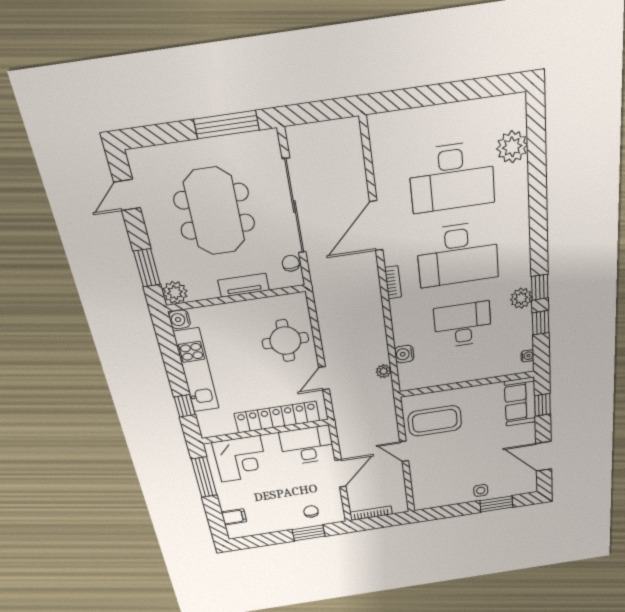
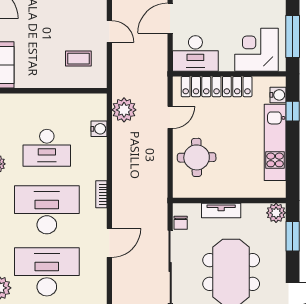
door: (376, 226) -> (109, 243), width x0.73
water cooler: (180, 319) -> (278, 95), moved
plant: (384, 371) -> (124, 110), width x1.87, depth x1.87
coffee table: (435, 421) -> (78, 59), width x0.54, depth x0.58

